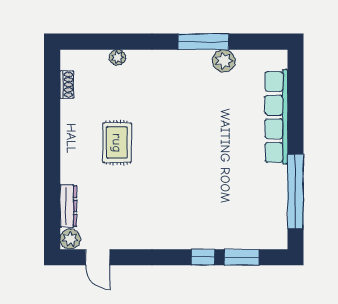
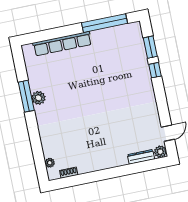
plant: (118, 57) -> (50, 163), moved
plant: (224, 61) -> (39, 98), moved
rug: (117, 143) -> (97, 136), removed

